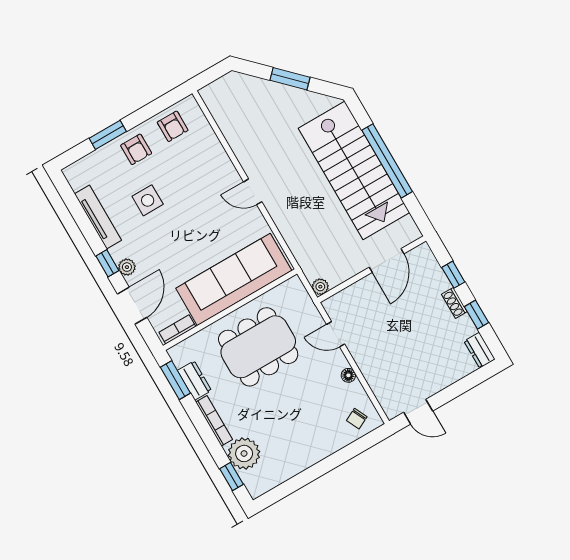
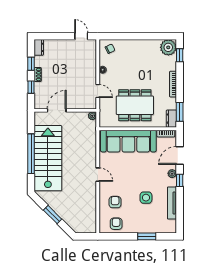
armchair: (136, 149) -> (115, 202), moved
dresser: (194, 380) -> (171, 119), moved
plant: (244, 453) -> (168, 47), moved

